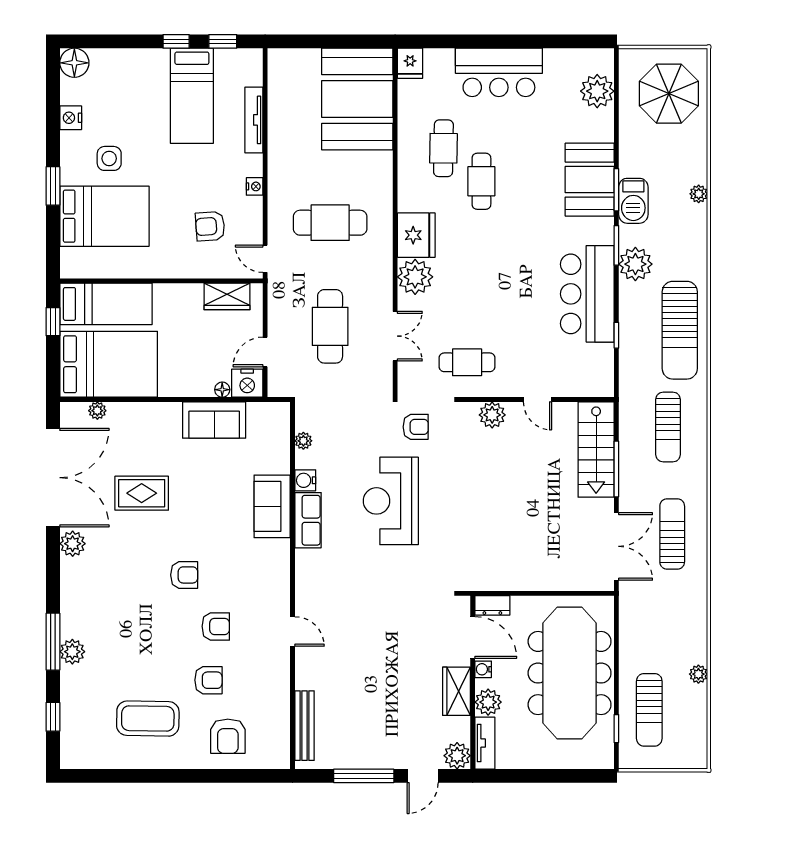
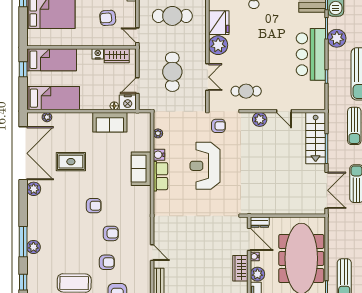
nightstand: (192, 293) -> (98, 54), added
bed: (109, 364) -> (53, 98), width x0.67
door: (292, 631) -> (152, 253), moved

